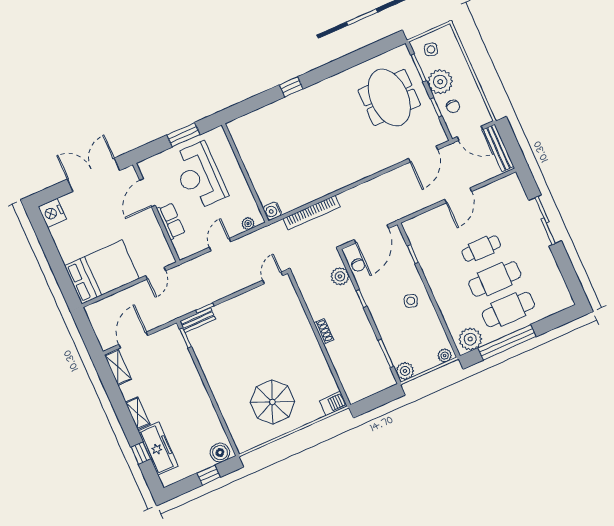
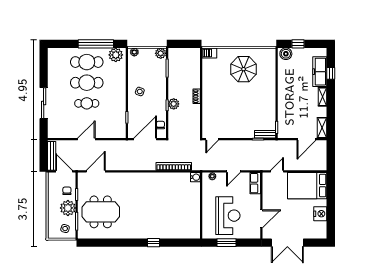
meeting table: (389, 98) -> (101, 212), turned 90
nightstand: (52, 213) -> (320, 214), moved
row of seats: (171, 221) -> (255, 183), moved
plant: (340, 276) -> (174, 104), moved

